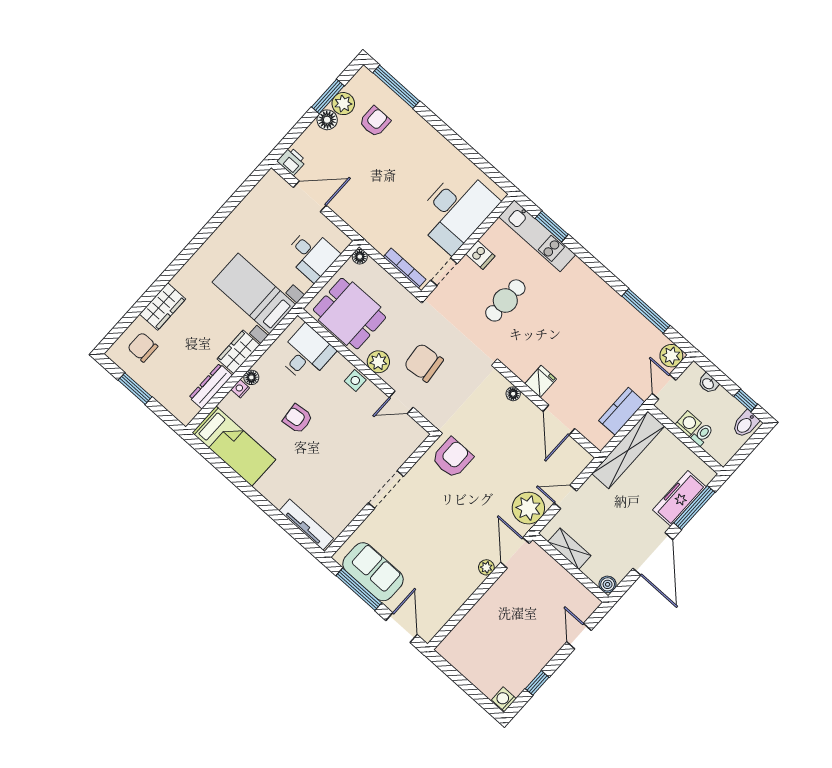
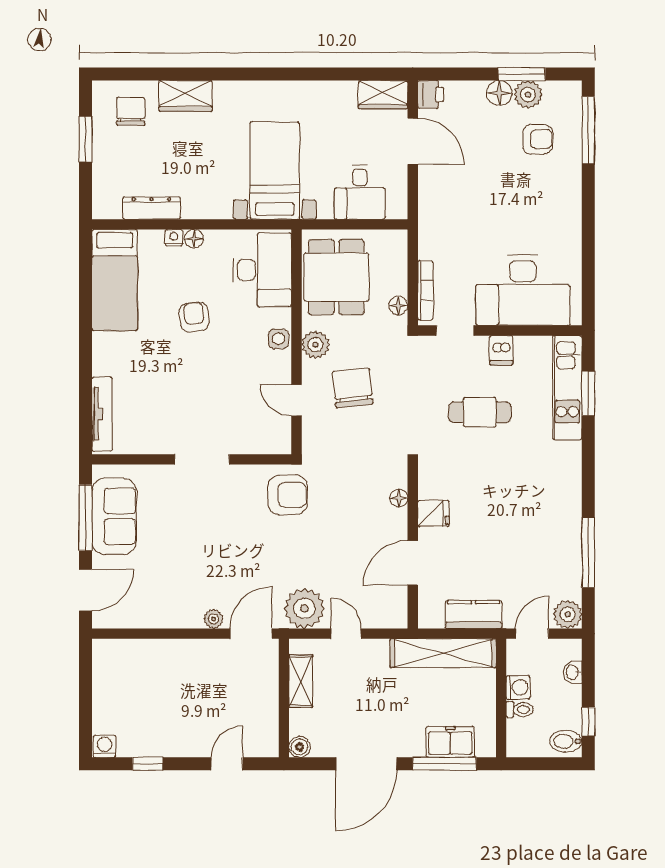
floor lamp: (360, 257) -> (398, 306), moved
wardrobe: (238, 352) -> (383, 95), moved, turned 180
desk: (306, 354) -> (262, 270), width x1.37
freezer: (679, 498) -> (450, 742), width x0.71

